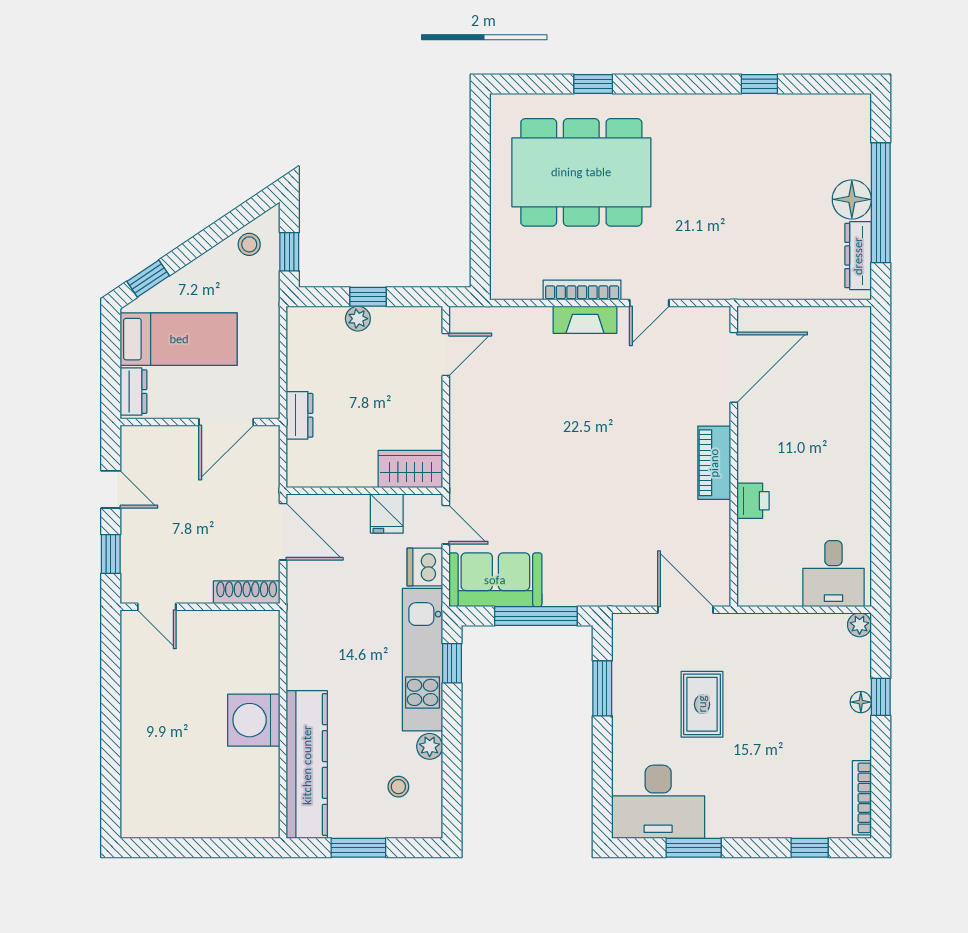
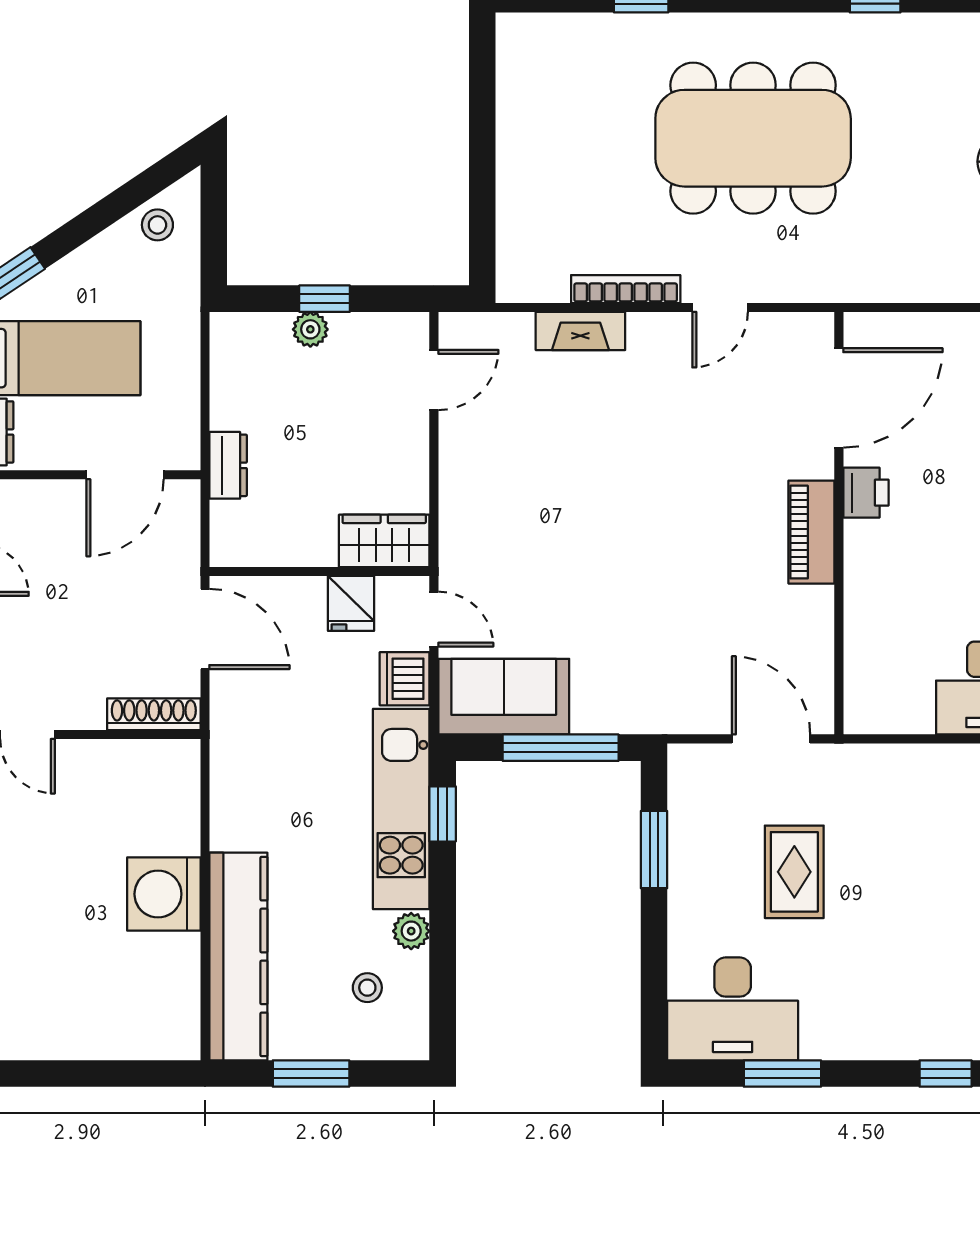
dining table: (581, 172) -> (753, 138), moved
window: (289, 252) -> (214, 235), removed
fireplace: (585, 320) -> (580, 331), moved
printer: (753, 501) -> (866, 493), moved

